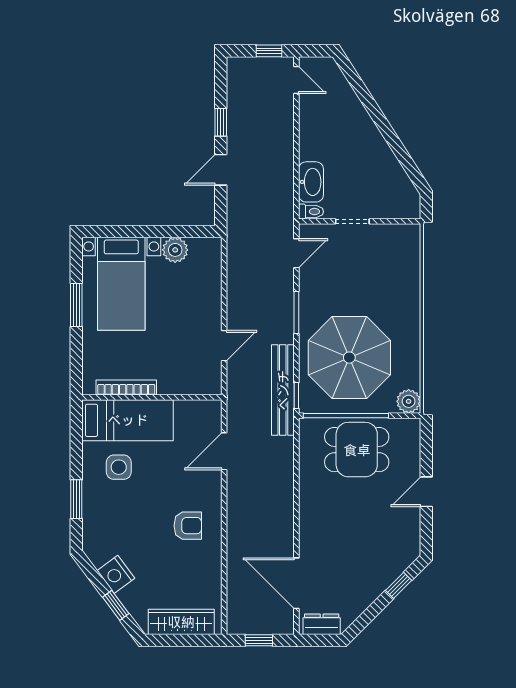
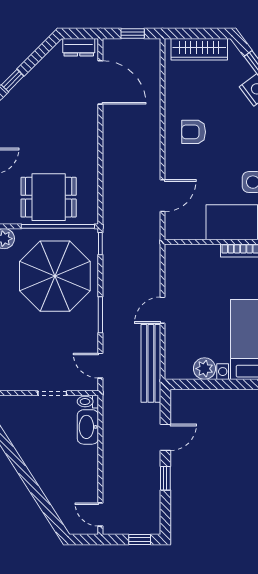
window: (269, 51) -> (140, 539), moved
door: (296, 253) -> (100, 366), hinge flipped
door: (224, 346) -> (162, 310), moved
bench: (283, 390) -> (151, 363), moved

